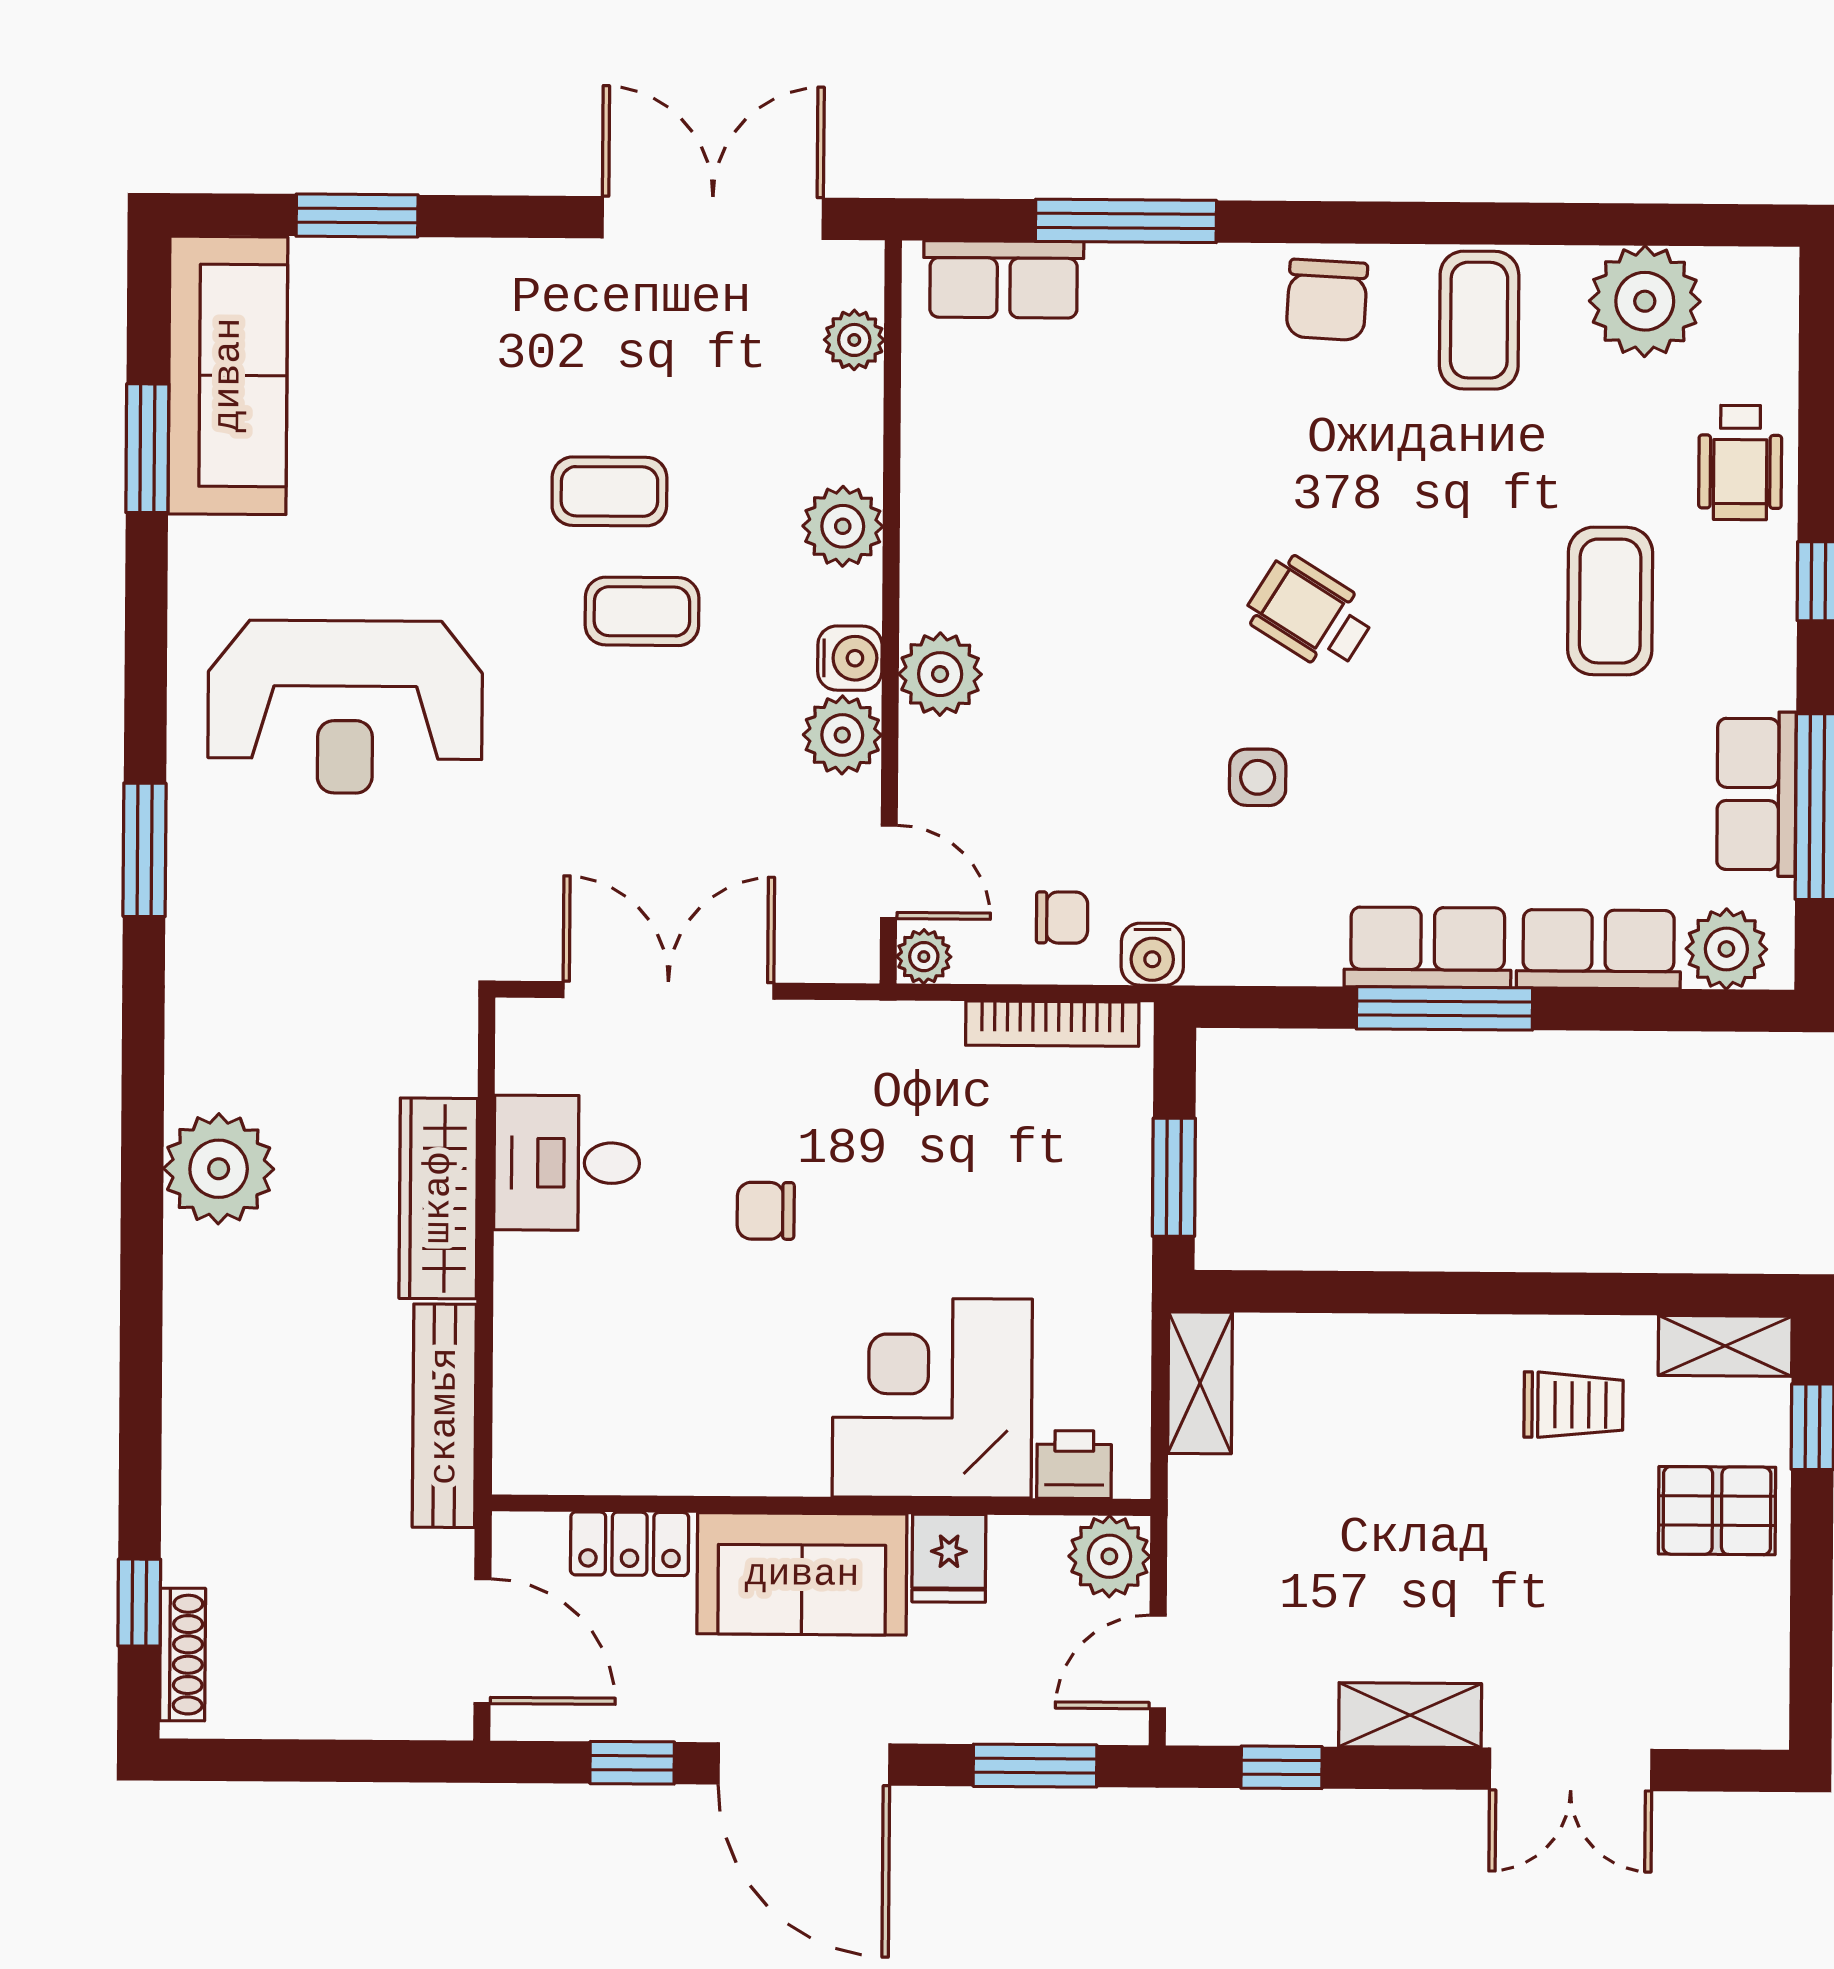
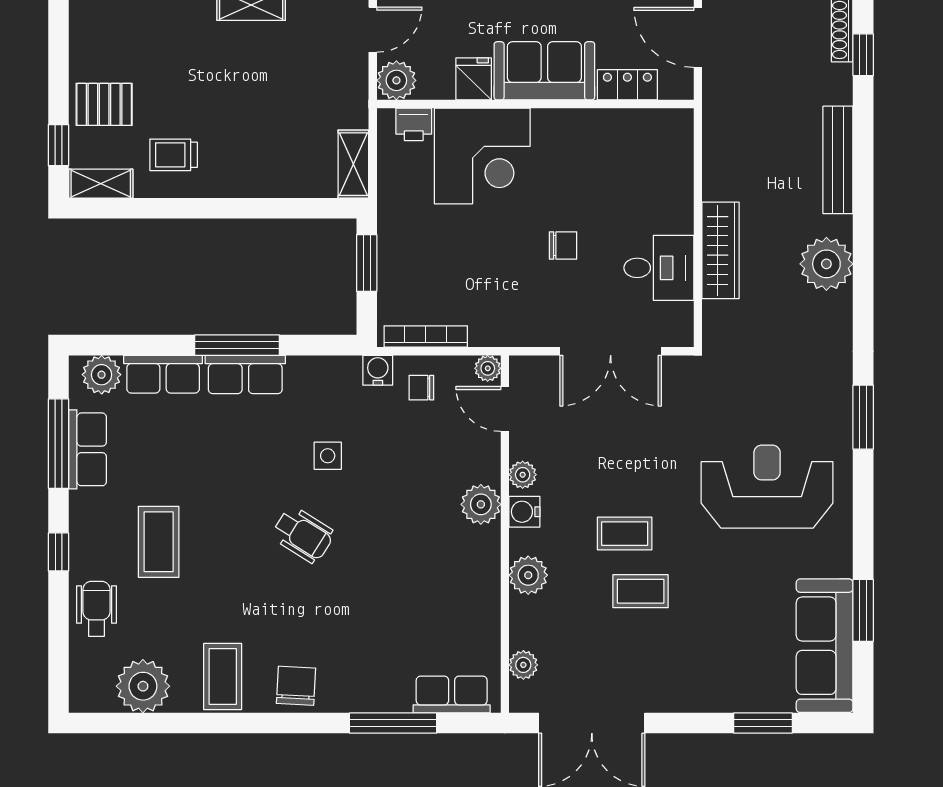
plant: (842, 735) -> (523, 475), width x0.73, depth x0.73
bench: (444, 1416) -> (838, 160), moved

